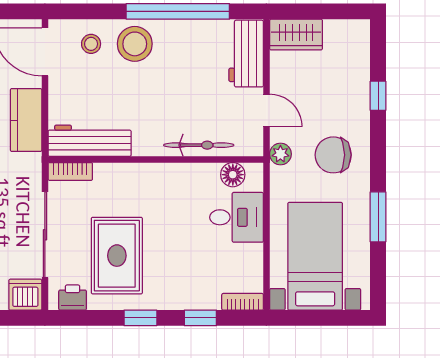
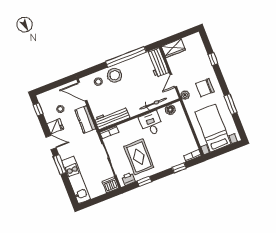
door: (266, 110) -> (173, 81), swing flipped
desk: (237, 217) -> (151, 124), moved, turned -90
window: (140, 318) -> (144, 181), moved

